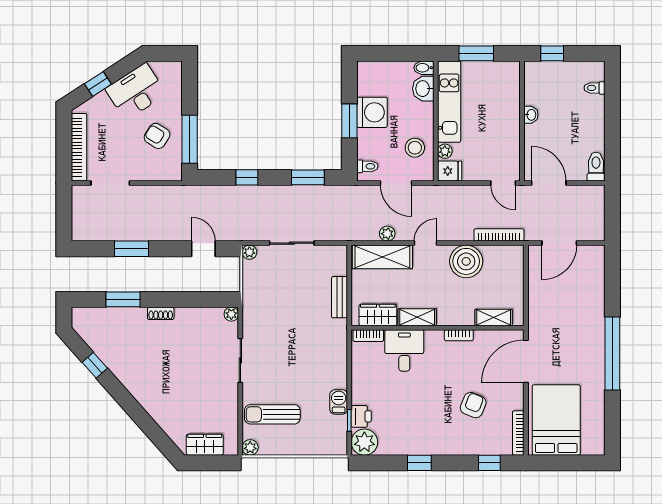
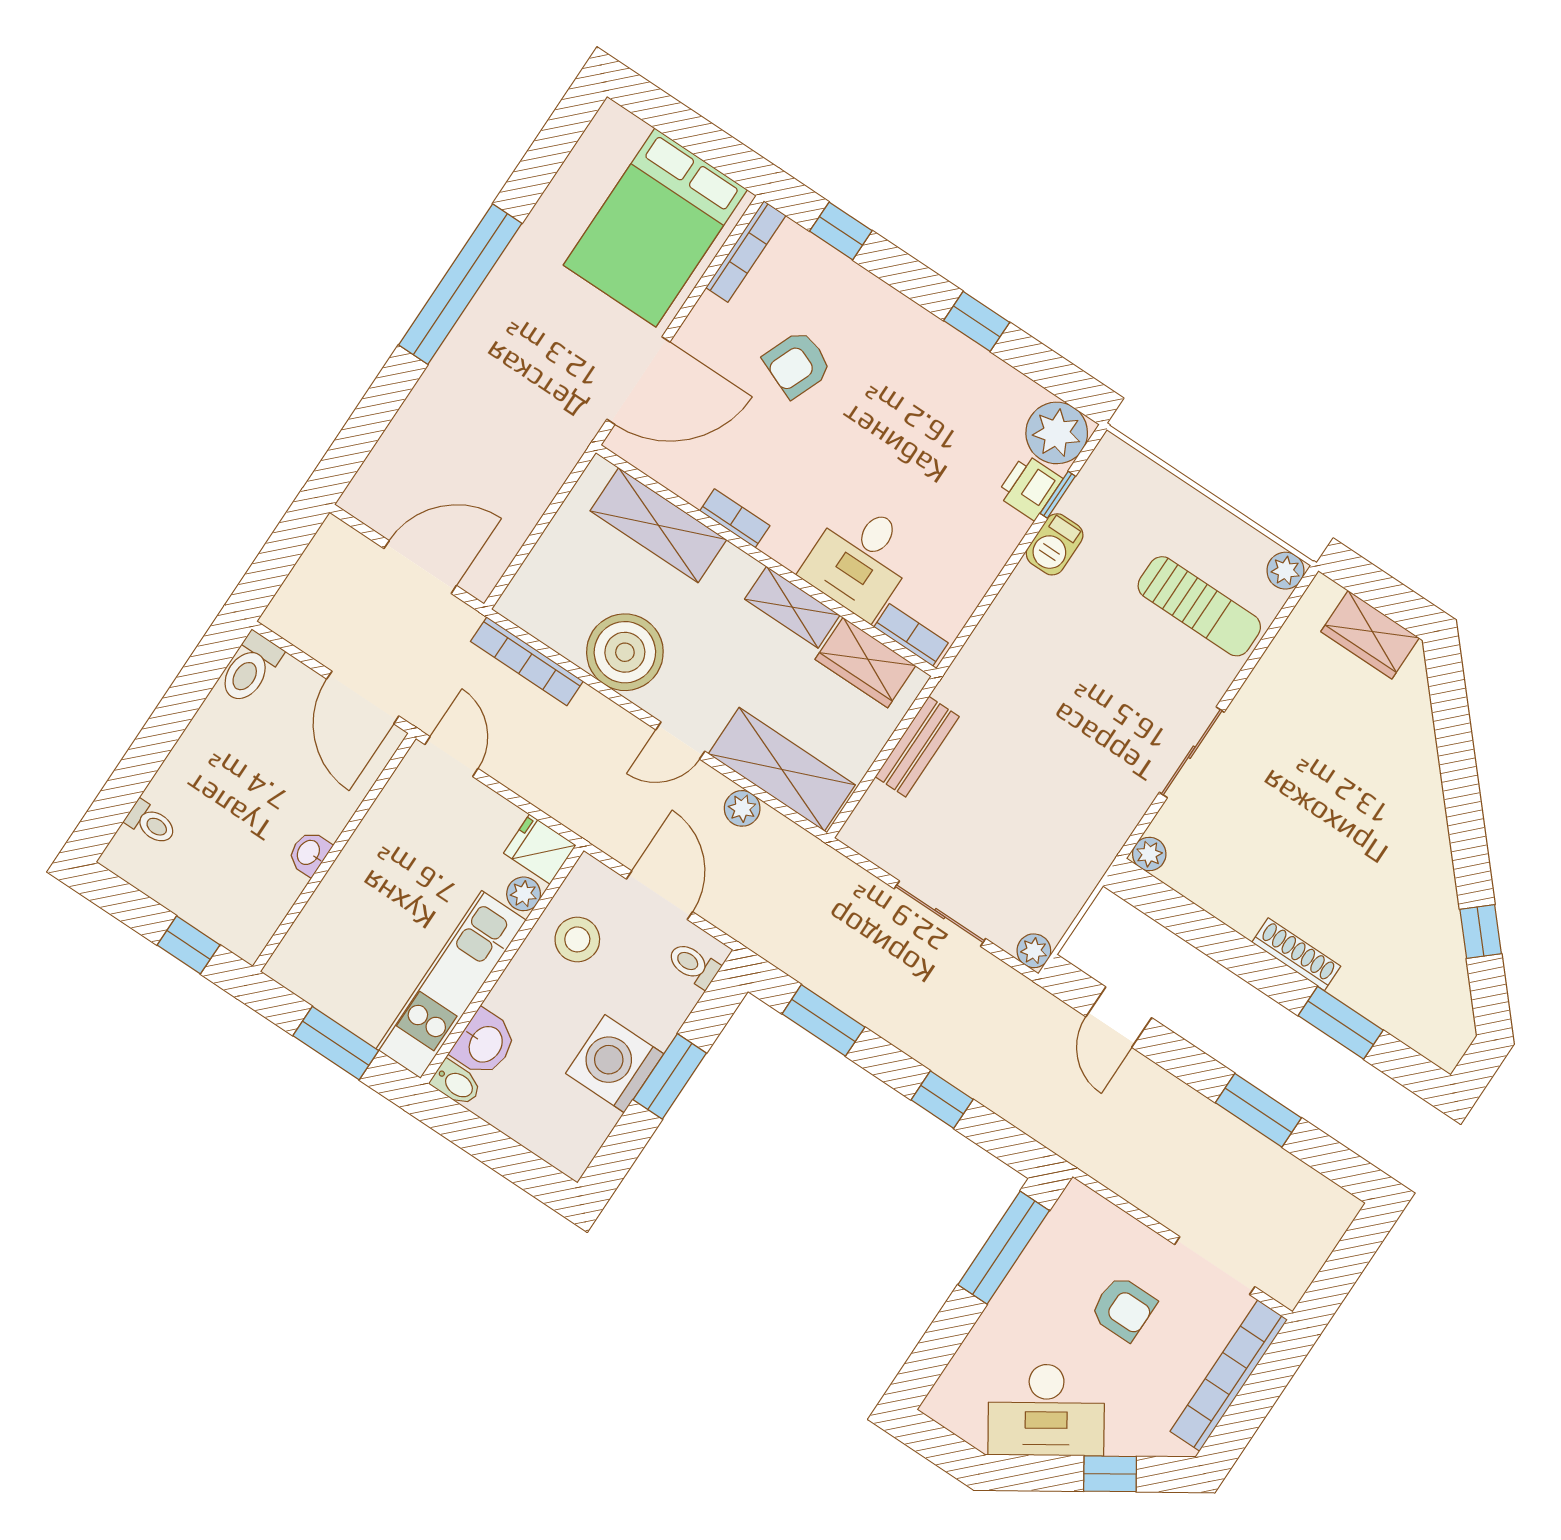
armchair: (157, 136) -> (1123, 1308), moved, turned -32
shoe rack: (161, 313) -> (1296, 954), width x1.43
shelving: (494, 317) -> (658, 525), width x1.50, depth x1.33

